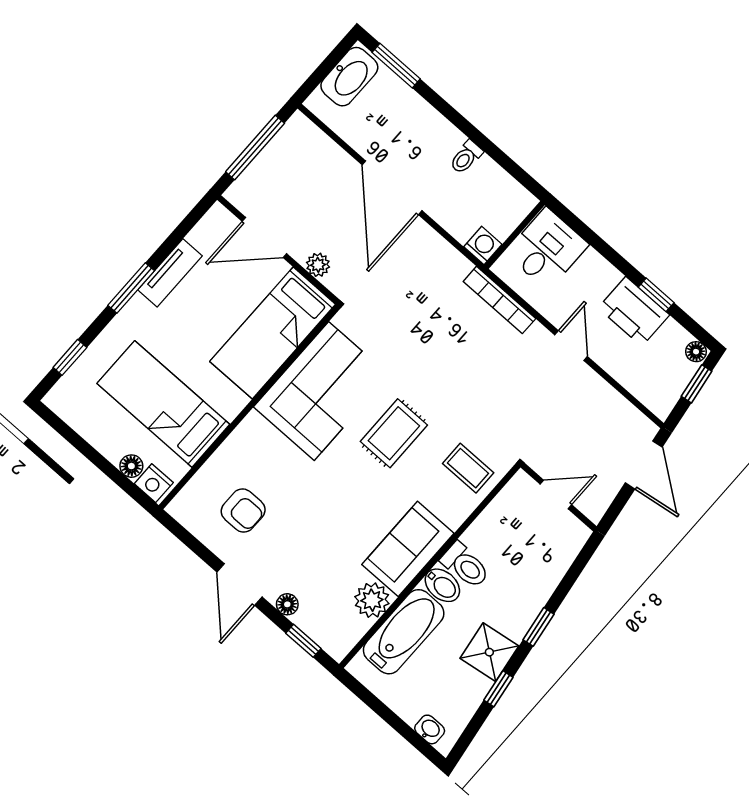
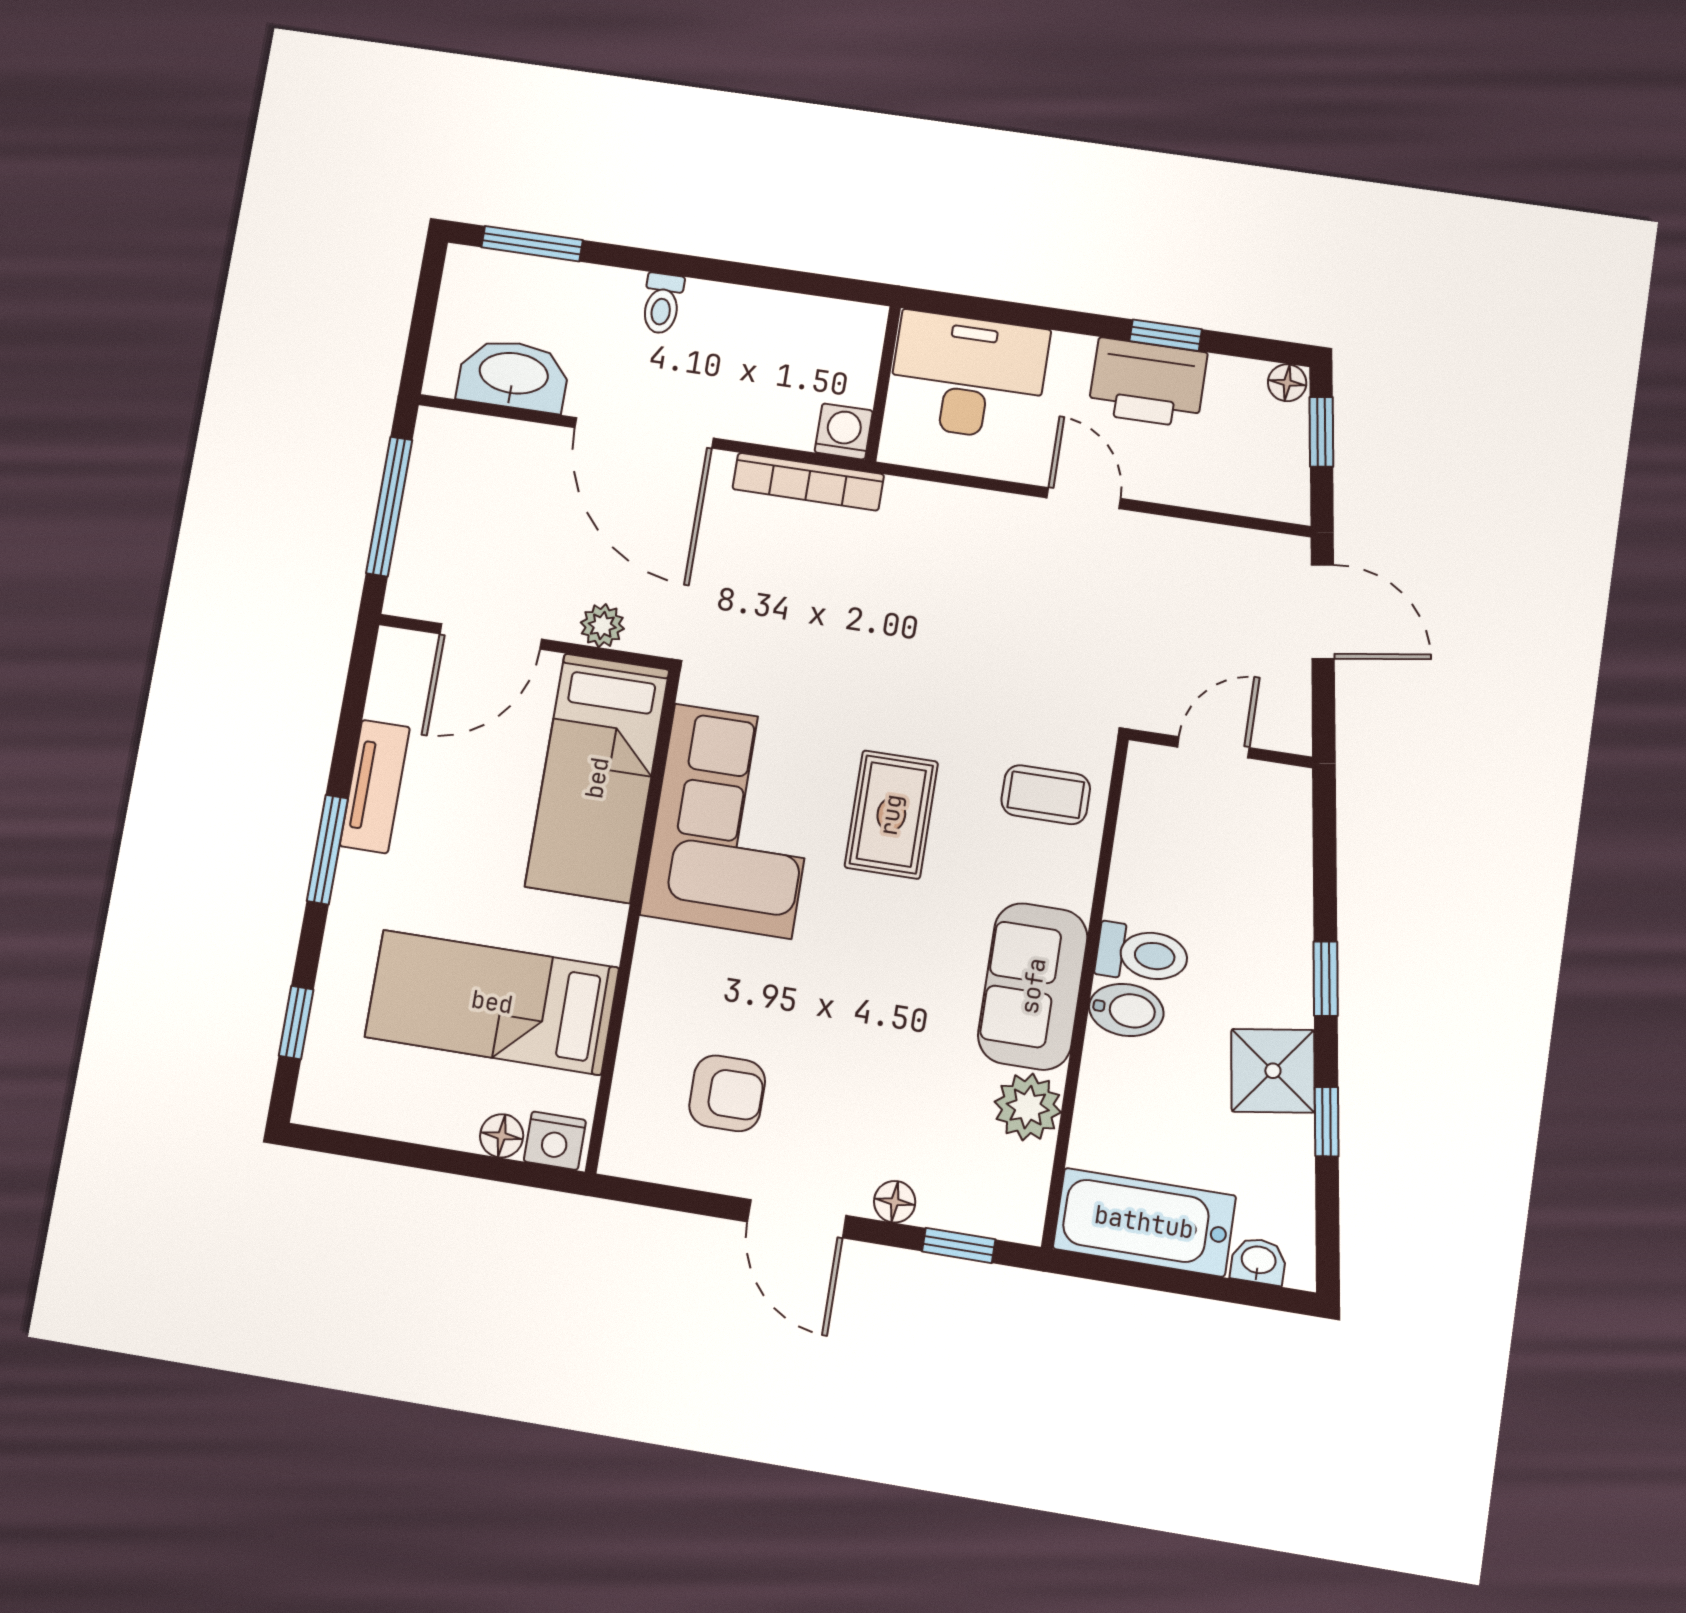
washbasin: (349, 77) -> (513, 375), moved, turned -90
toilet: (466, 157) -> (662, 303), moved
desk: (547, 249) -> (968, 376), width x1.37
bookcase: (499, 300) -> (808, 482), moved
bathtub: (404, 632) -> (1144, 1222), moved, turned -90

